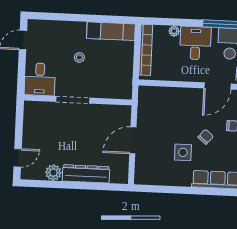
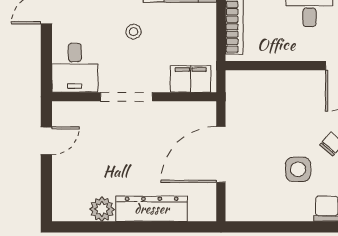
filing cabinet: (115, 90) -> (191, 79), added
door: (133, 140) -> (221, 154), width x1.36
door: (18, 158) -> (46, 141), moved

